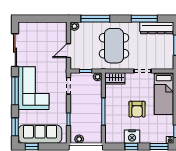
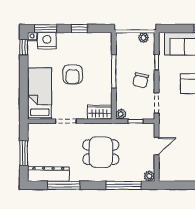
dining table: (114, 46) -> (101, 152), width x0.73
chair: (81, 104) -> (141, 80), added
armchair: (137, 109) -> (73, 74), turned 180
nightstand: (132, 137) -> (47, 41), moved

